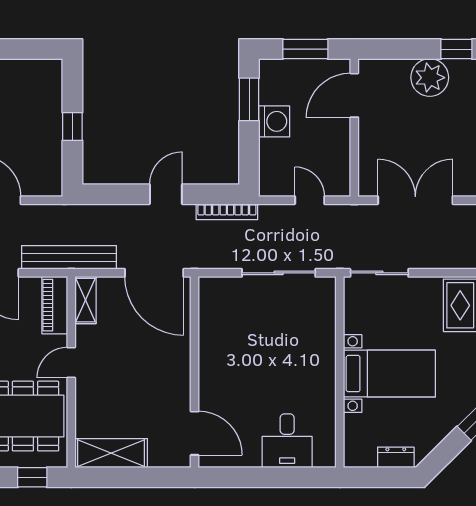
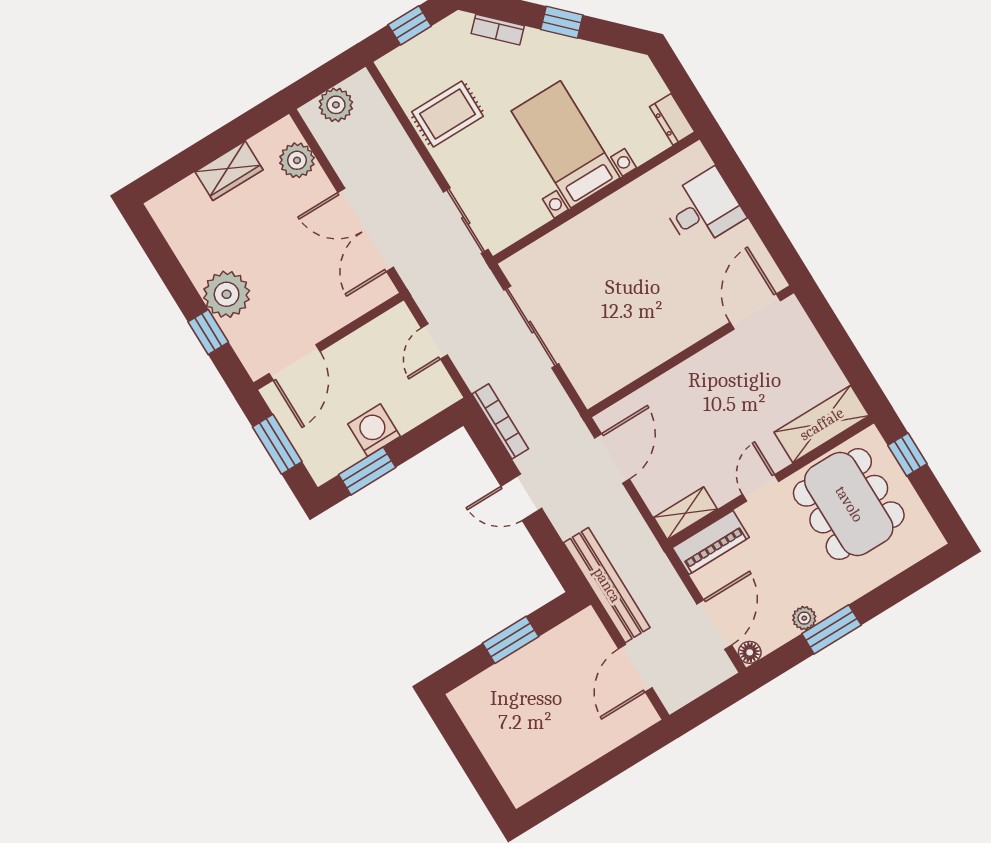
window: (456, 49) -> (208, 332), moved
door: (354, 95) -> (294, 362), hinge flipped
window: (72, 127) -> (511, 640), width x1.50
bench: (69, 257) -> (607, 585), moved
door: (154, 273) -> (612, 459), width x0.73
door: (71, 362) -> (761, 488), swing flipped
shelving: (111, 453) -> (822, 424), moved, turned 90
dresser: (396, 457) -> (672, 119), moved

